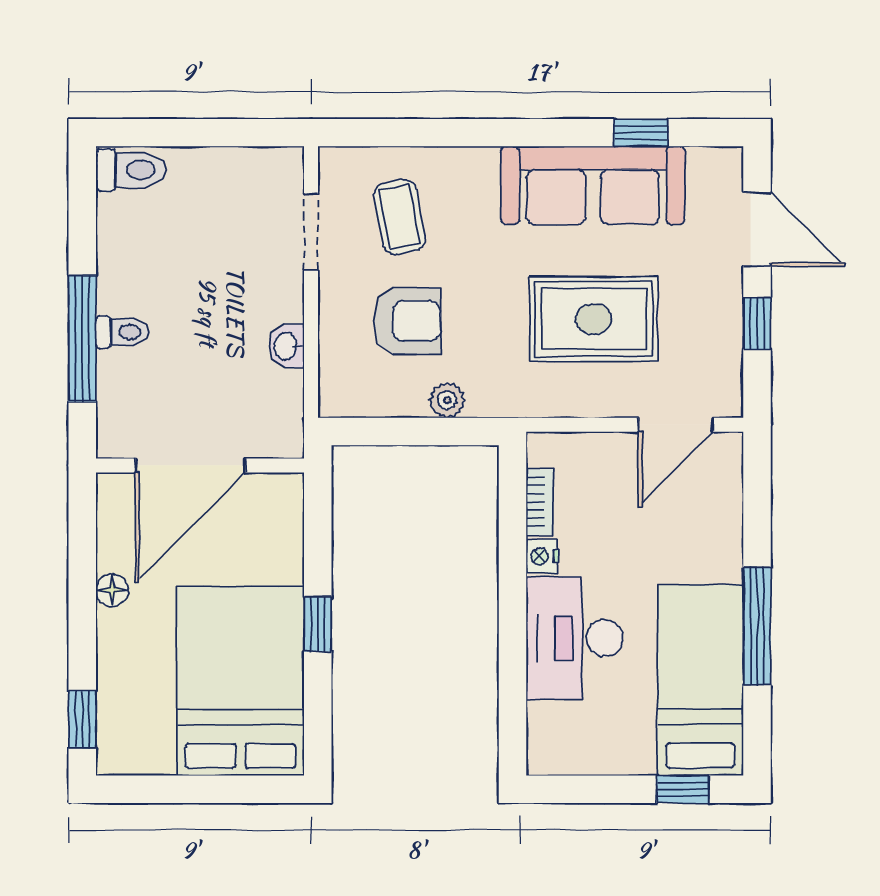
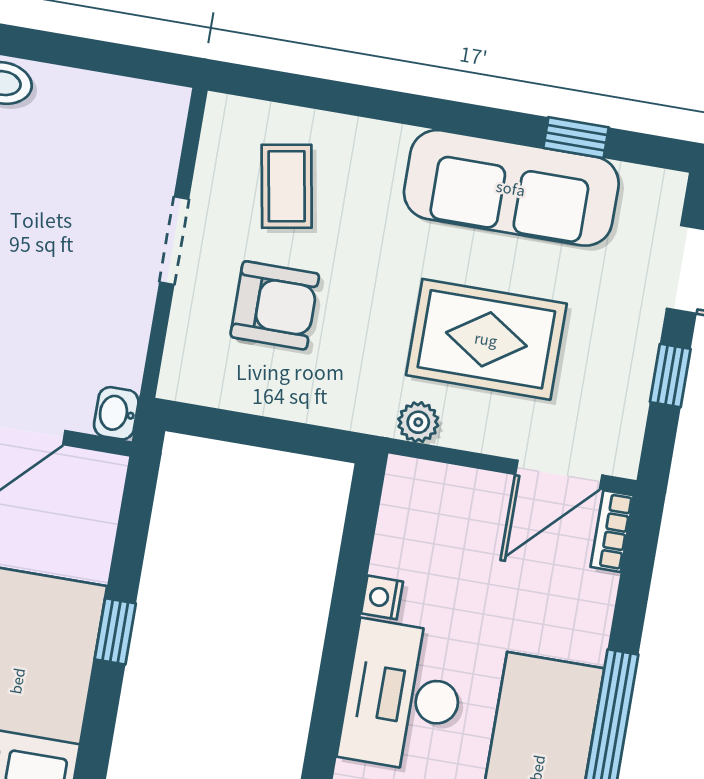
doorway: (311, 232) -> (174, 241), moved
washbasin: (287, 346) -> (116, 413), moved
plant: (447, 400) -> (418, 422), moved
bookcase: (540, 502) -> (612, 531), moved, turned 180

